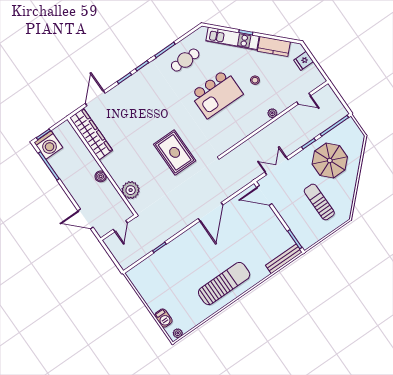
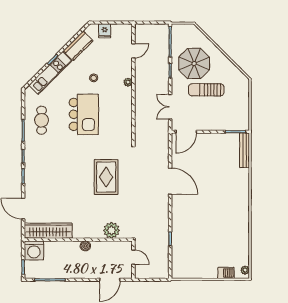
washing machine: (48, 145) -> (34, 250), moved, turned 90
rug: (175, 152) -> (106, 177), turned 90
sun lounger: (319, 202) -> (206, 90), moved
sun lounger: (224, 284) -> (232, 209), removed

